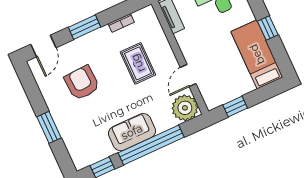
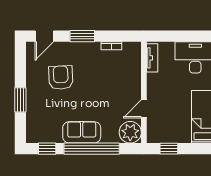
rug: (138, 63) -> (110, 82), removed

